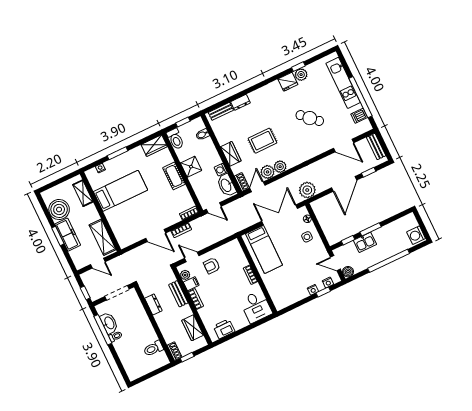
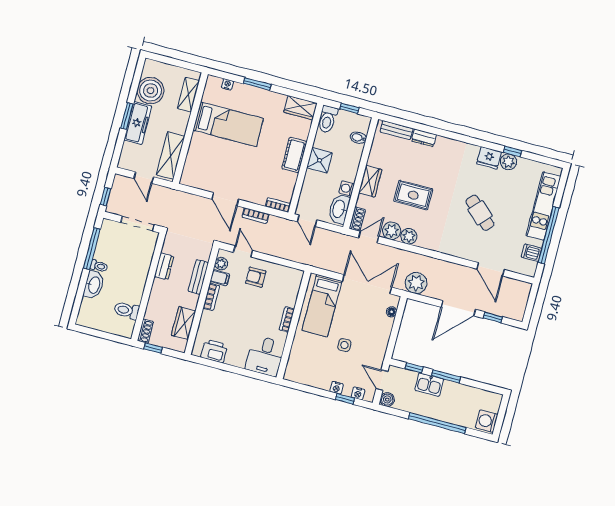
bench: (376, 146) -> (522, 298), removed
side table: (307, 237) -> (344, 345), moved
washbasin: (109, 323) -> (94, 285), moved

